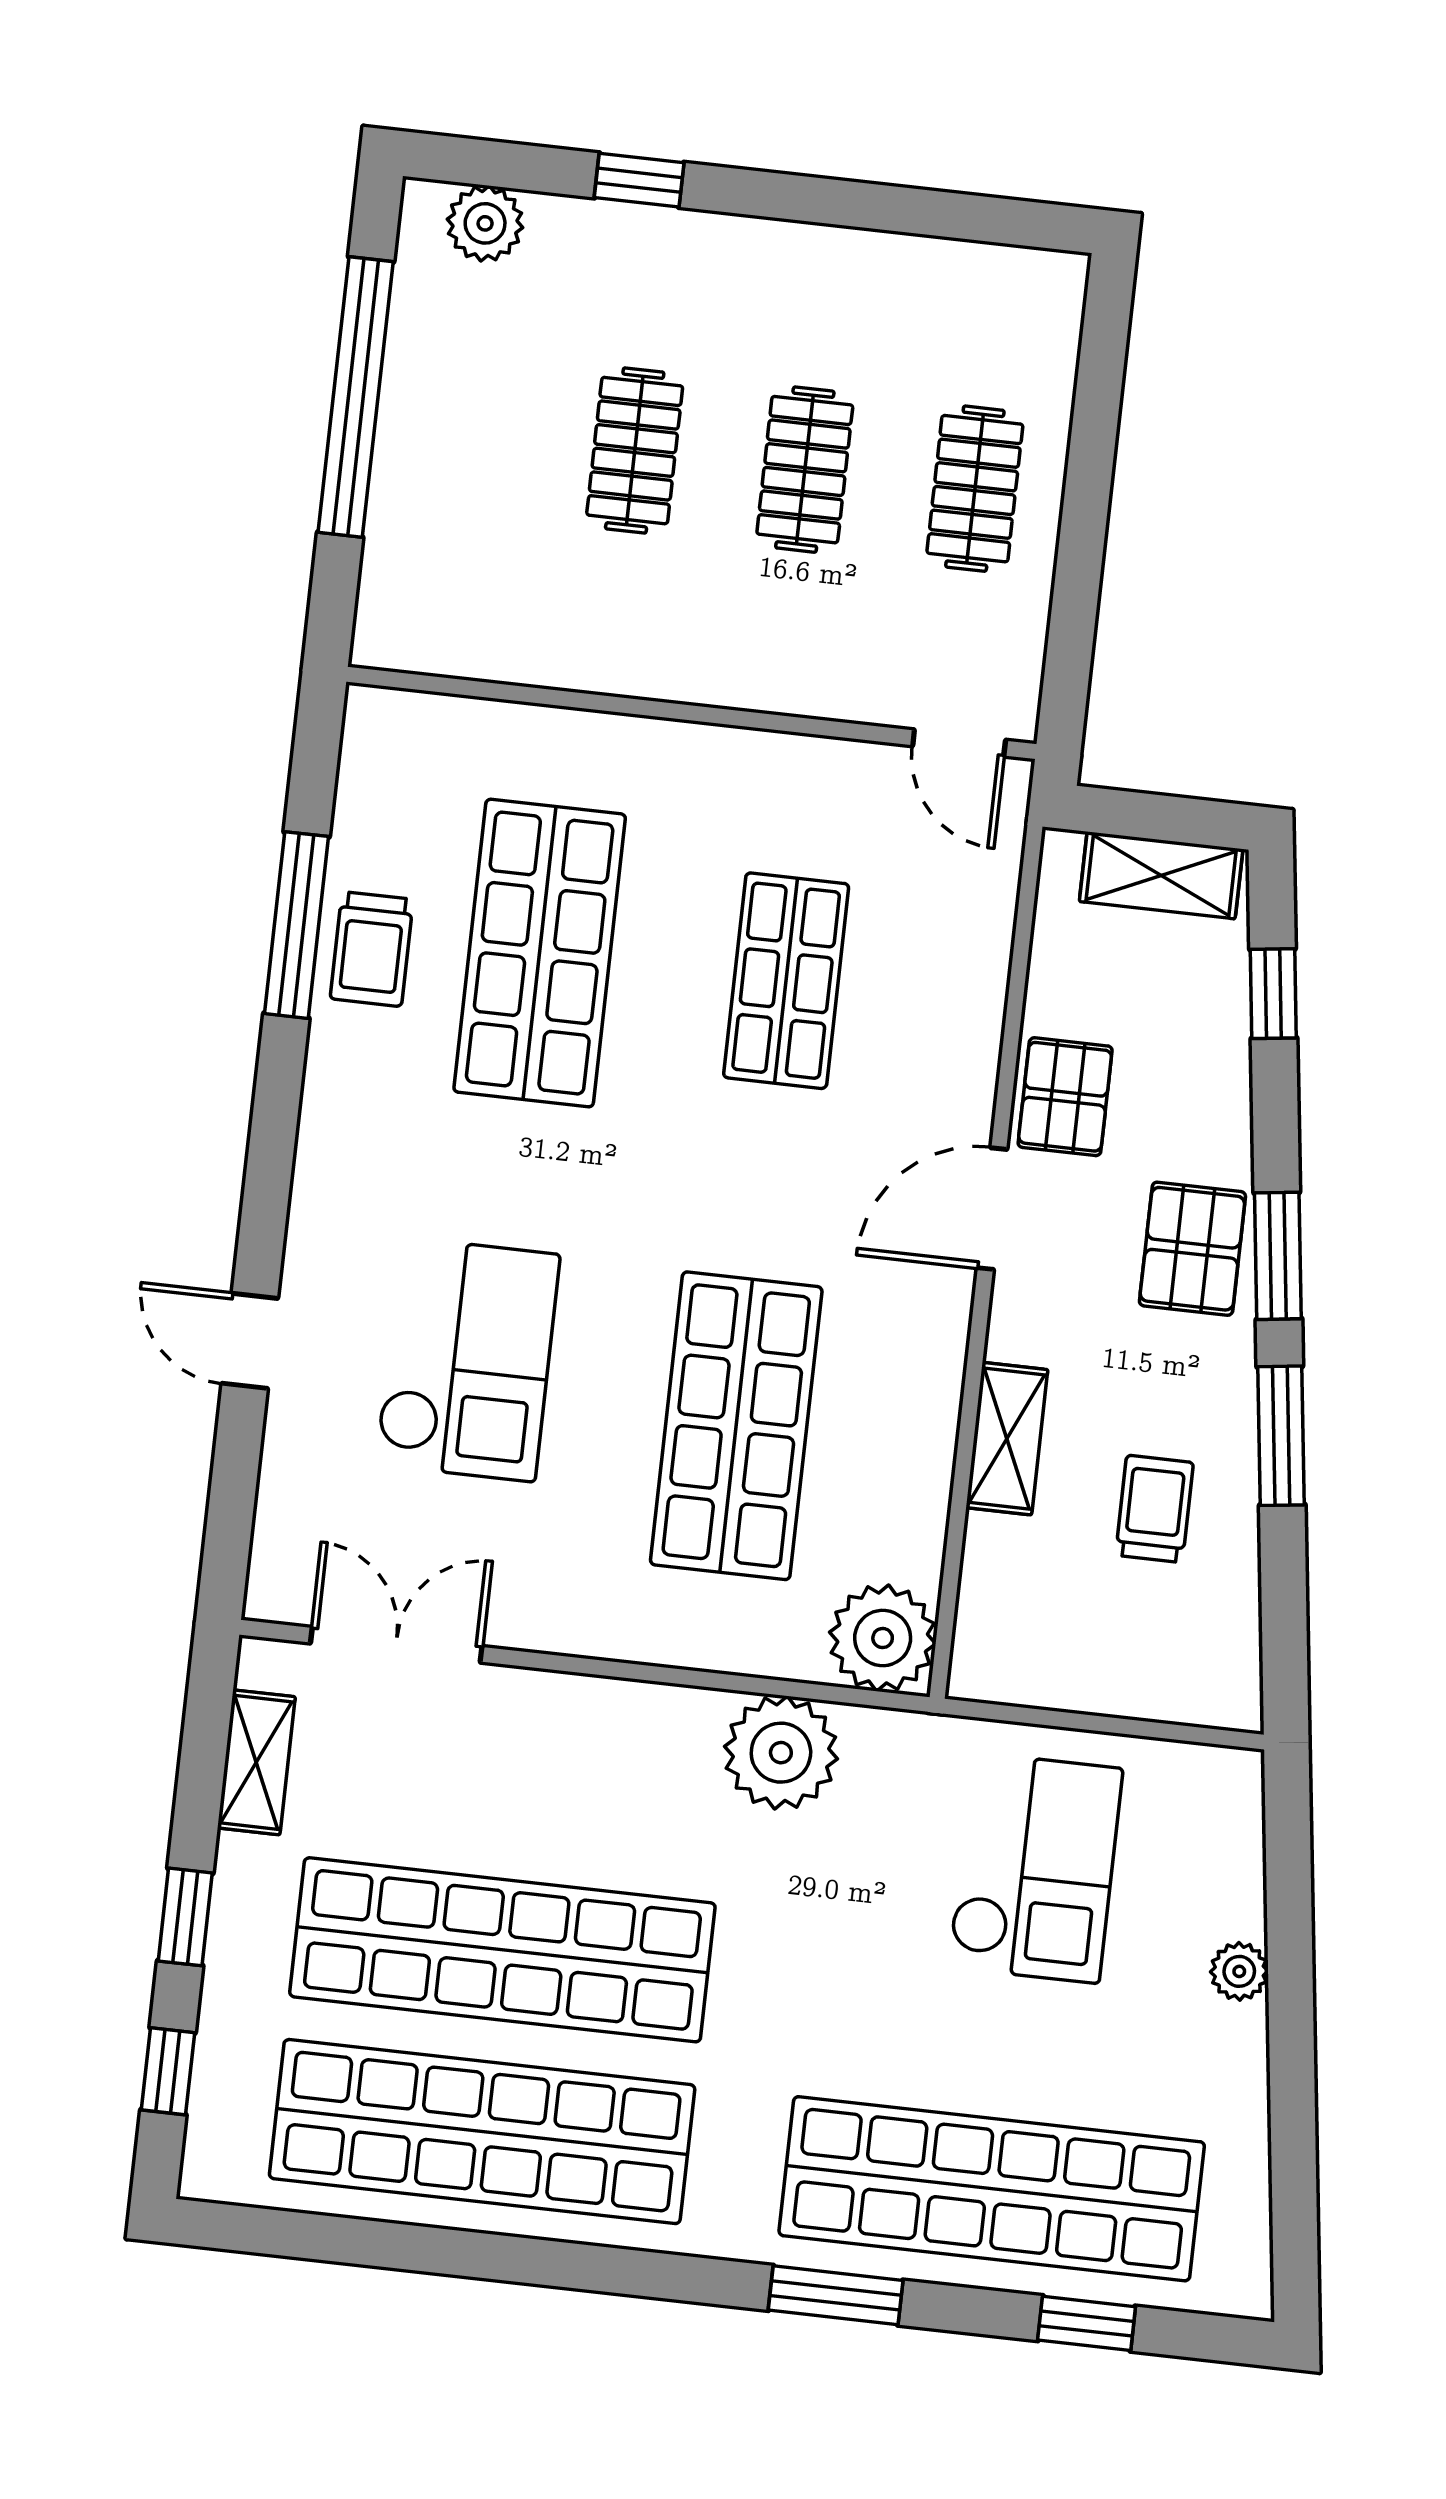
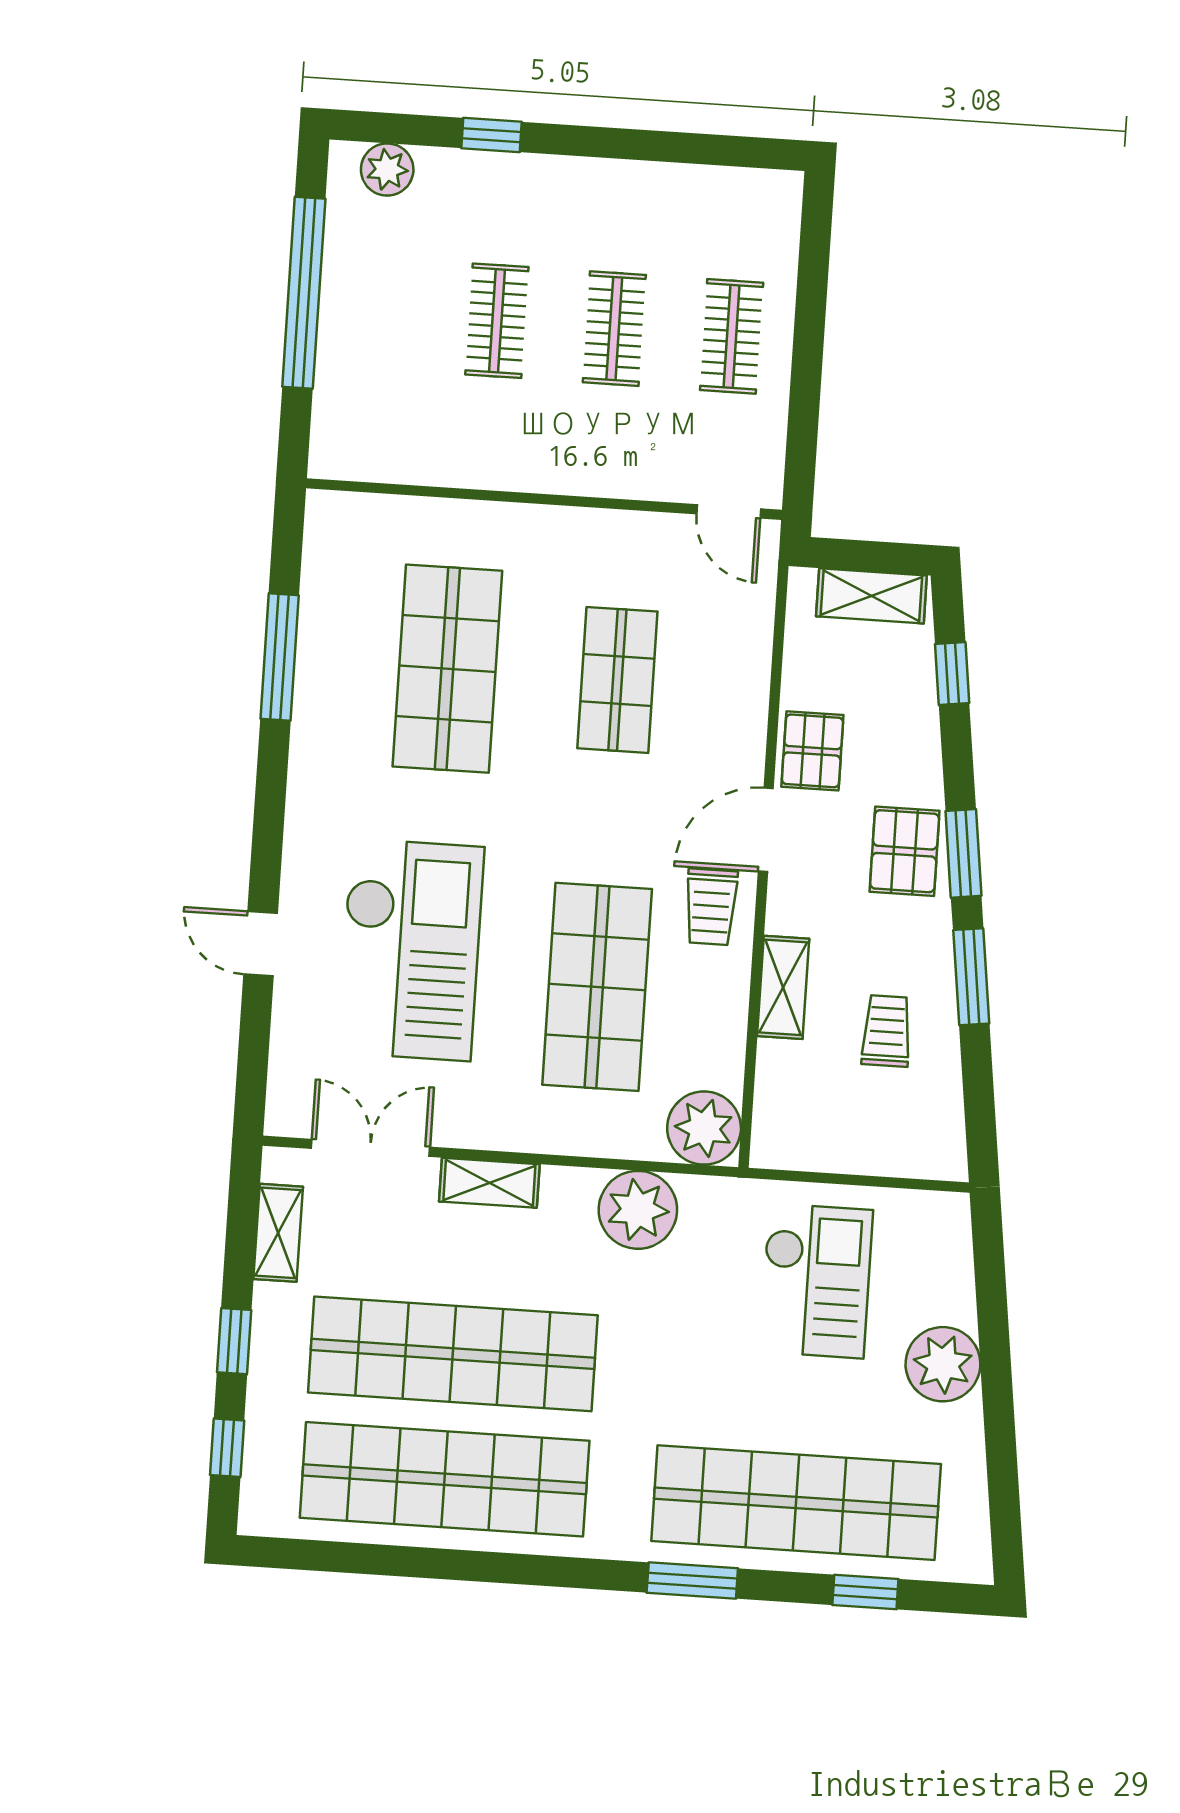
trolley: (372, 949) -> (711, 907), moved
checkout: (467, 1359) -> (410, 950), width x1.36, depth x1.21
shelving: (567, 1704) -> (489, 1183), added
plant: (1239, 1971) -> (943, 1364), width x1.88, depth x1.88

